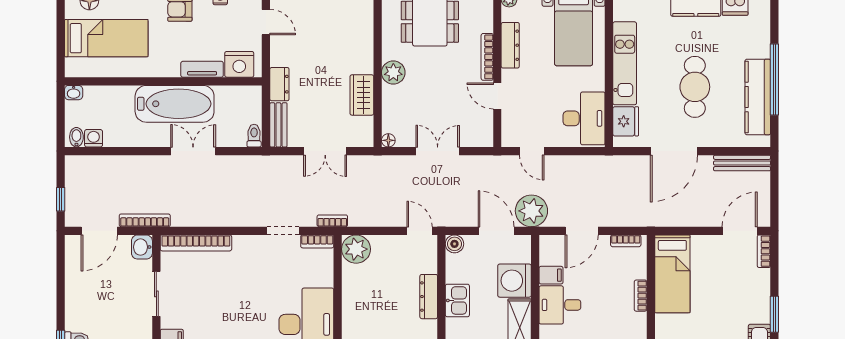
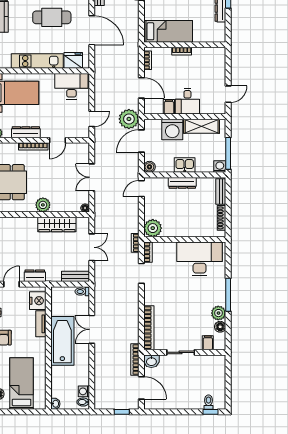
dresser: (279, 84) -> (35, 276), moved
wardrobe: (362, 95) -> (57, 224), width x1.50

